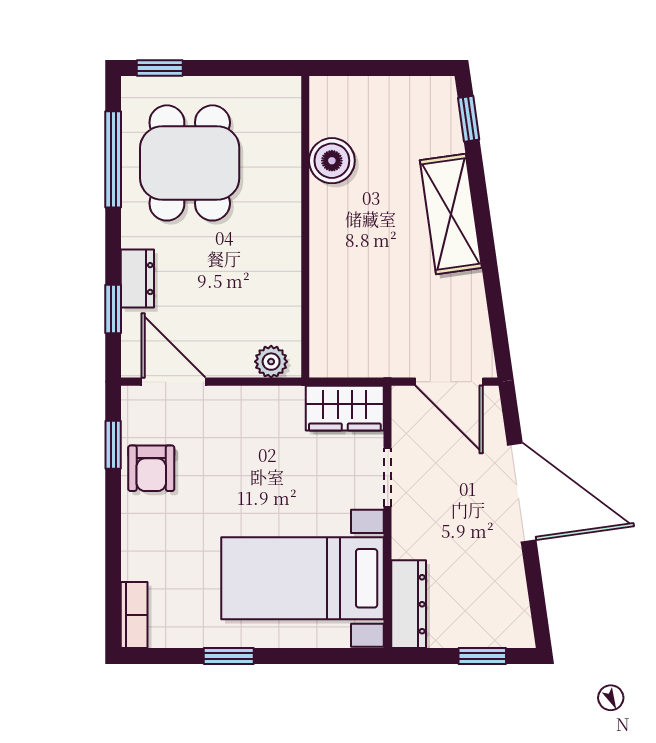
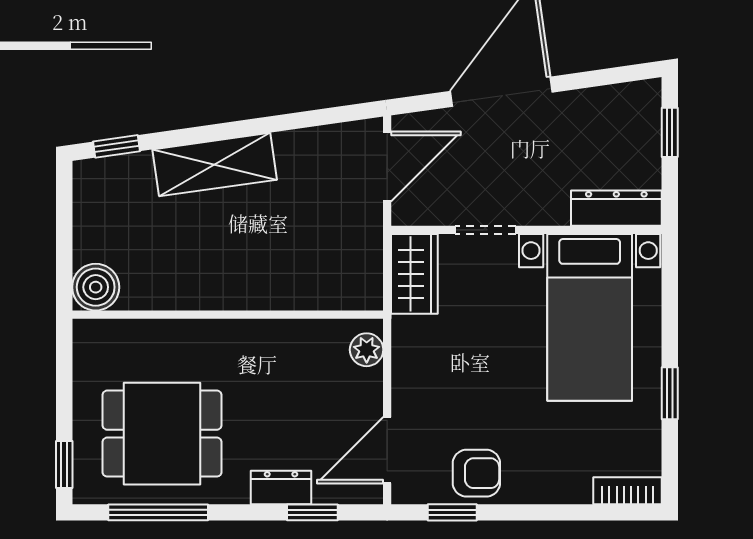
boiler: (332, 161) -> (96, 287), moved

